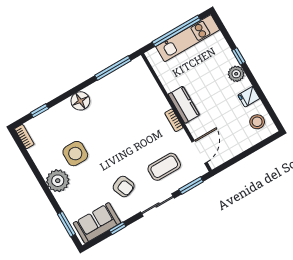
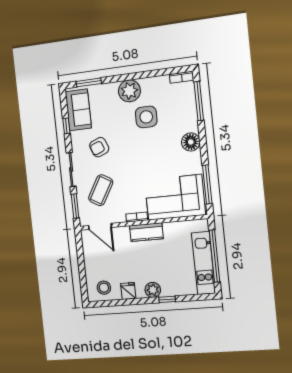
corner sofa: (139, 93) -> (175, 197), added
window: (40, 111) -> (199, 101), width x2.17
coffee table: (164, 167) -> (101, 190), turned 30

